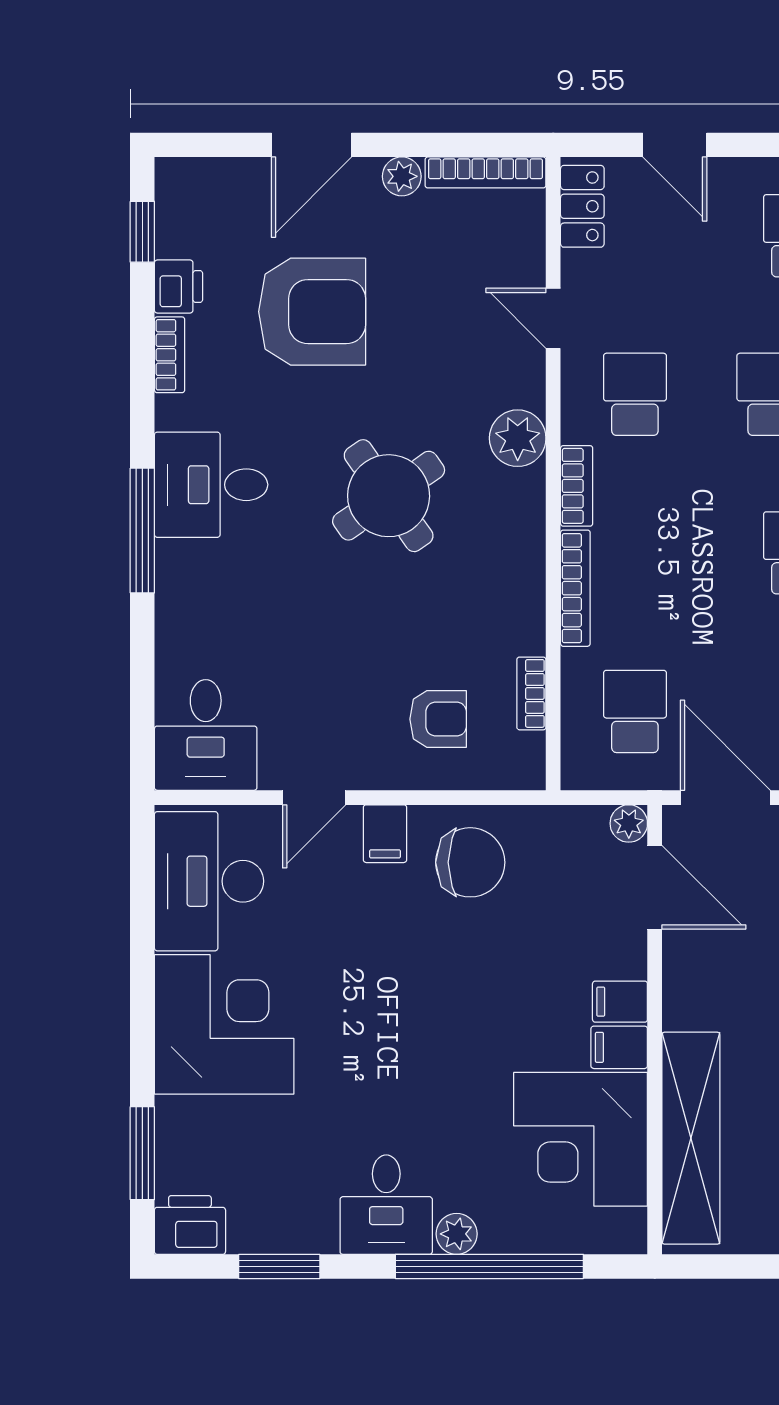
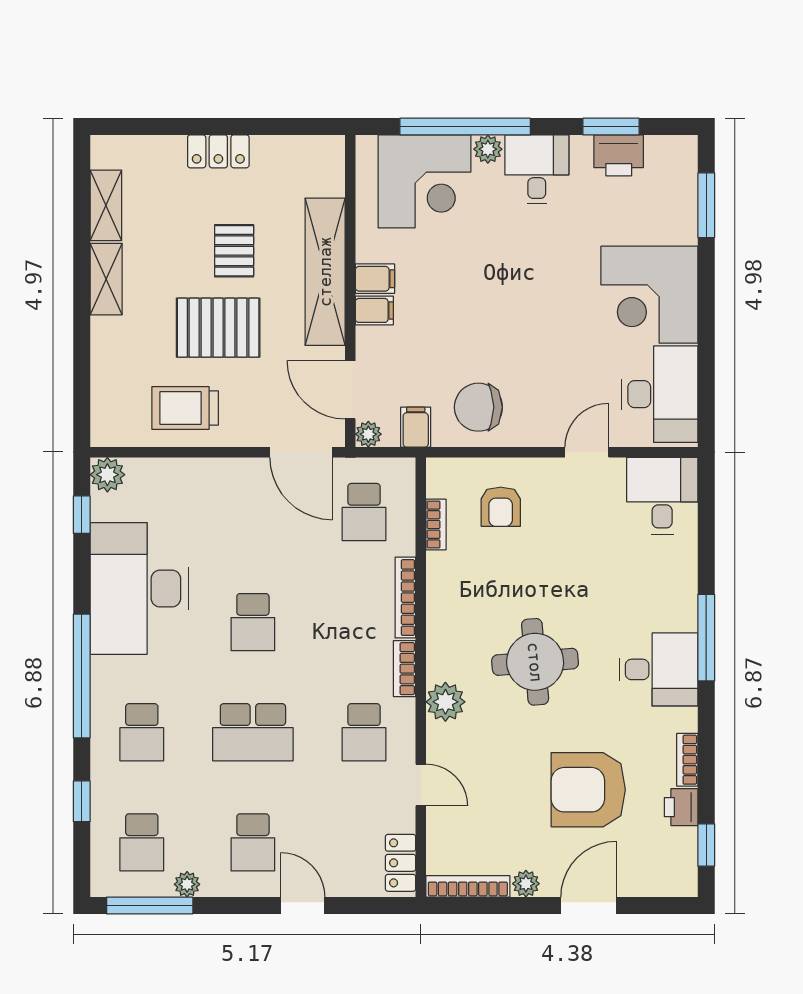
door: (675, 145) -> (303, 905), moved
round table: (389, 496) -> (535, 662), turned 30
armchair: (438, 719) -> (501, 507), turned -90
filing cabinet: (385, 834) -> (416, 427), moved
shelving: (691, 1138) -> (325, 272), moved
corner desk: (581, 1139) -> (425, 181), moved, turned 90
printer: (190, 1225) -> (619, 155), moved

